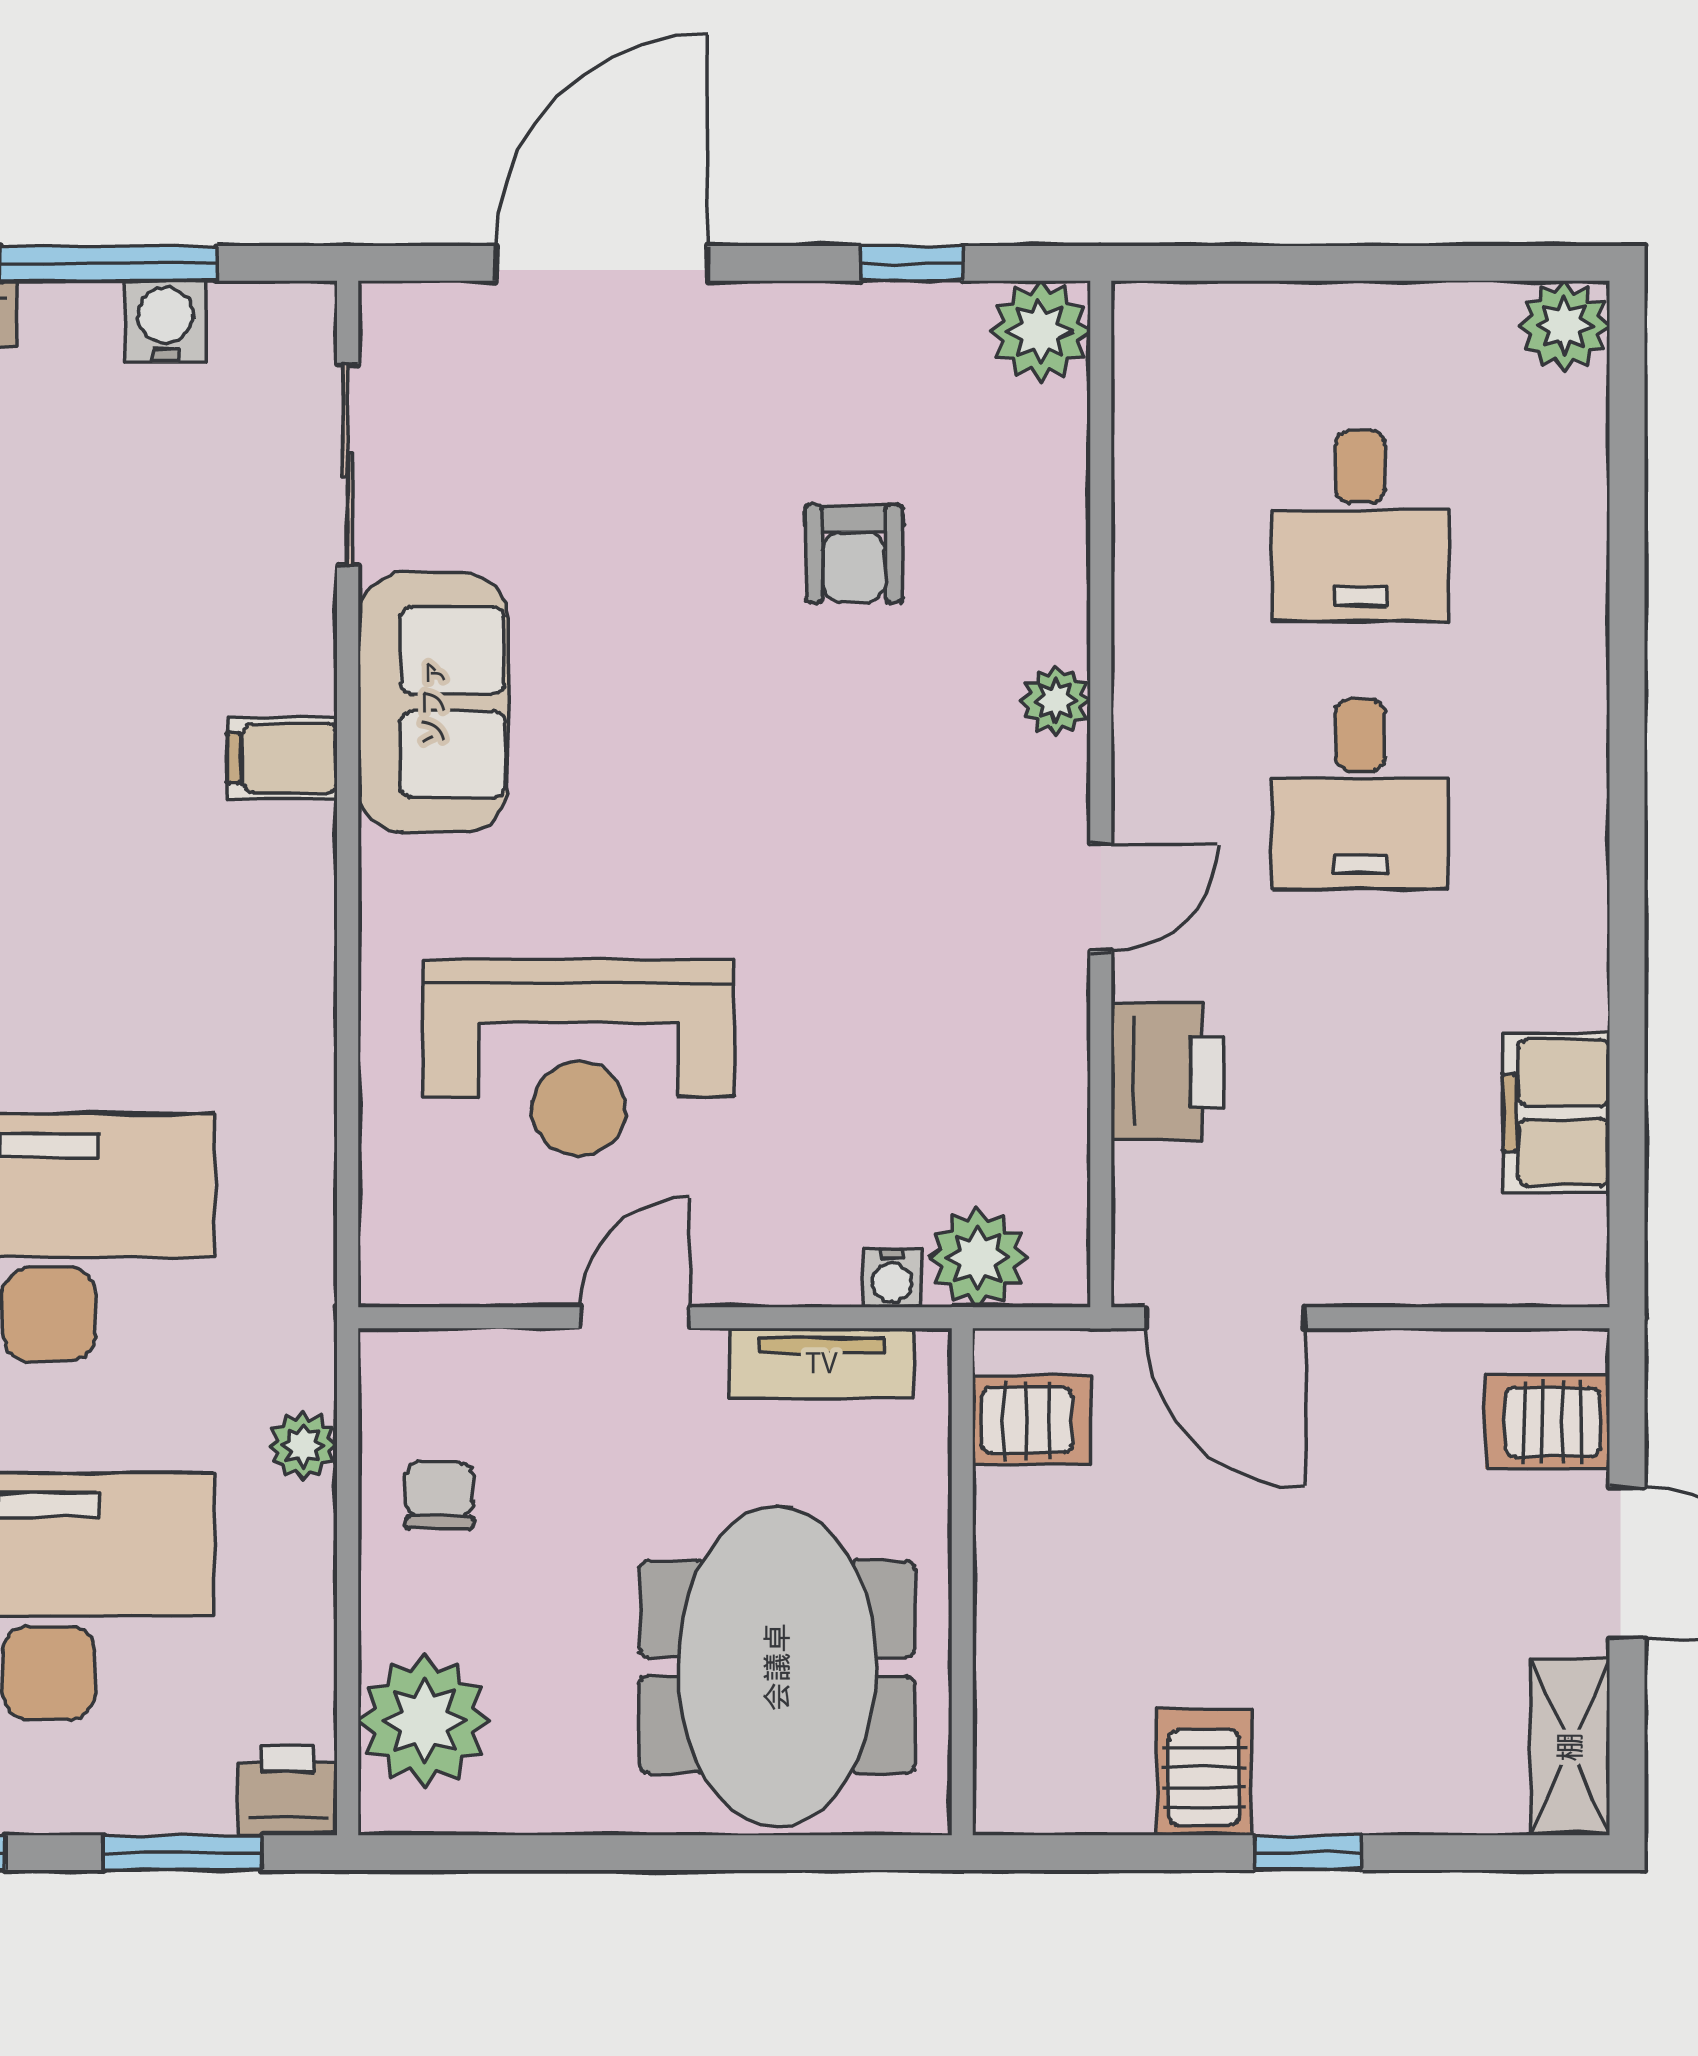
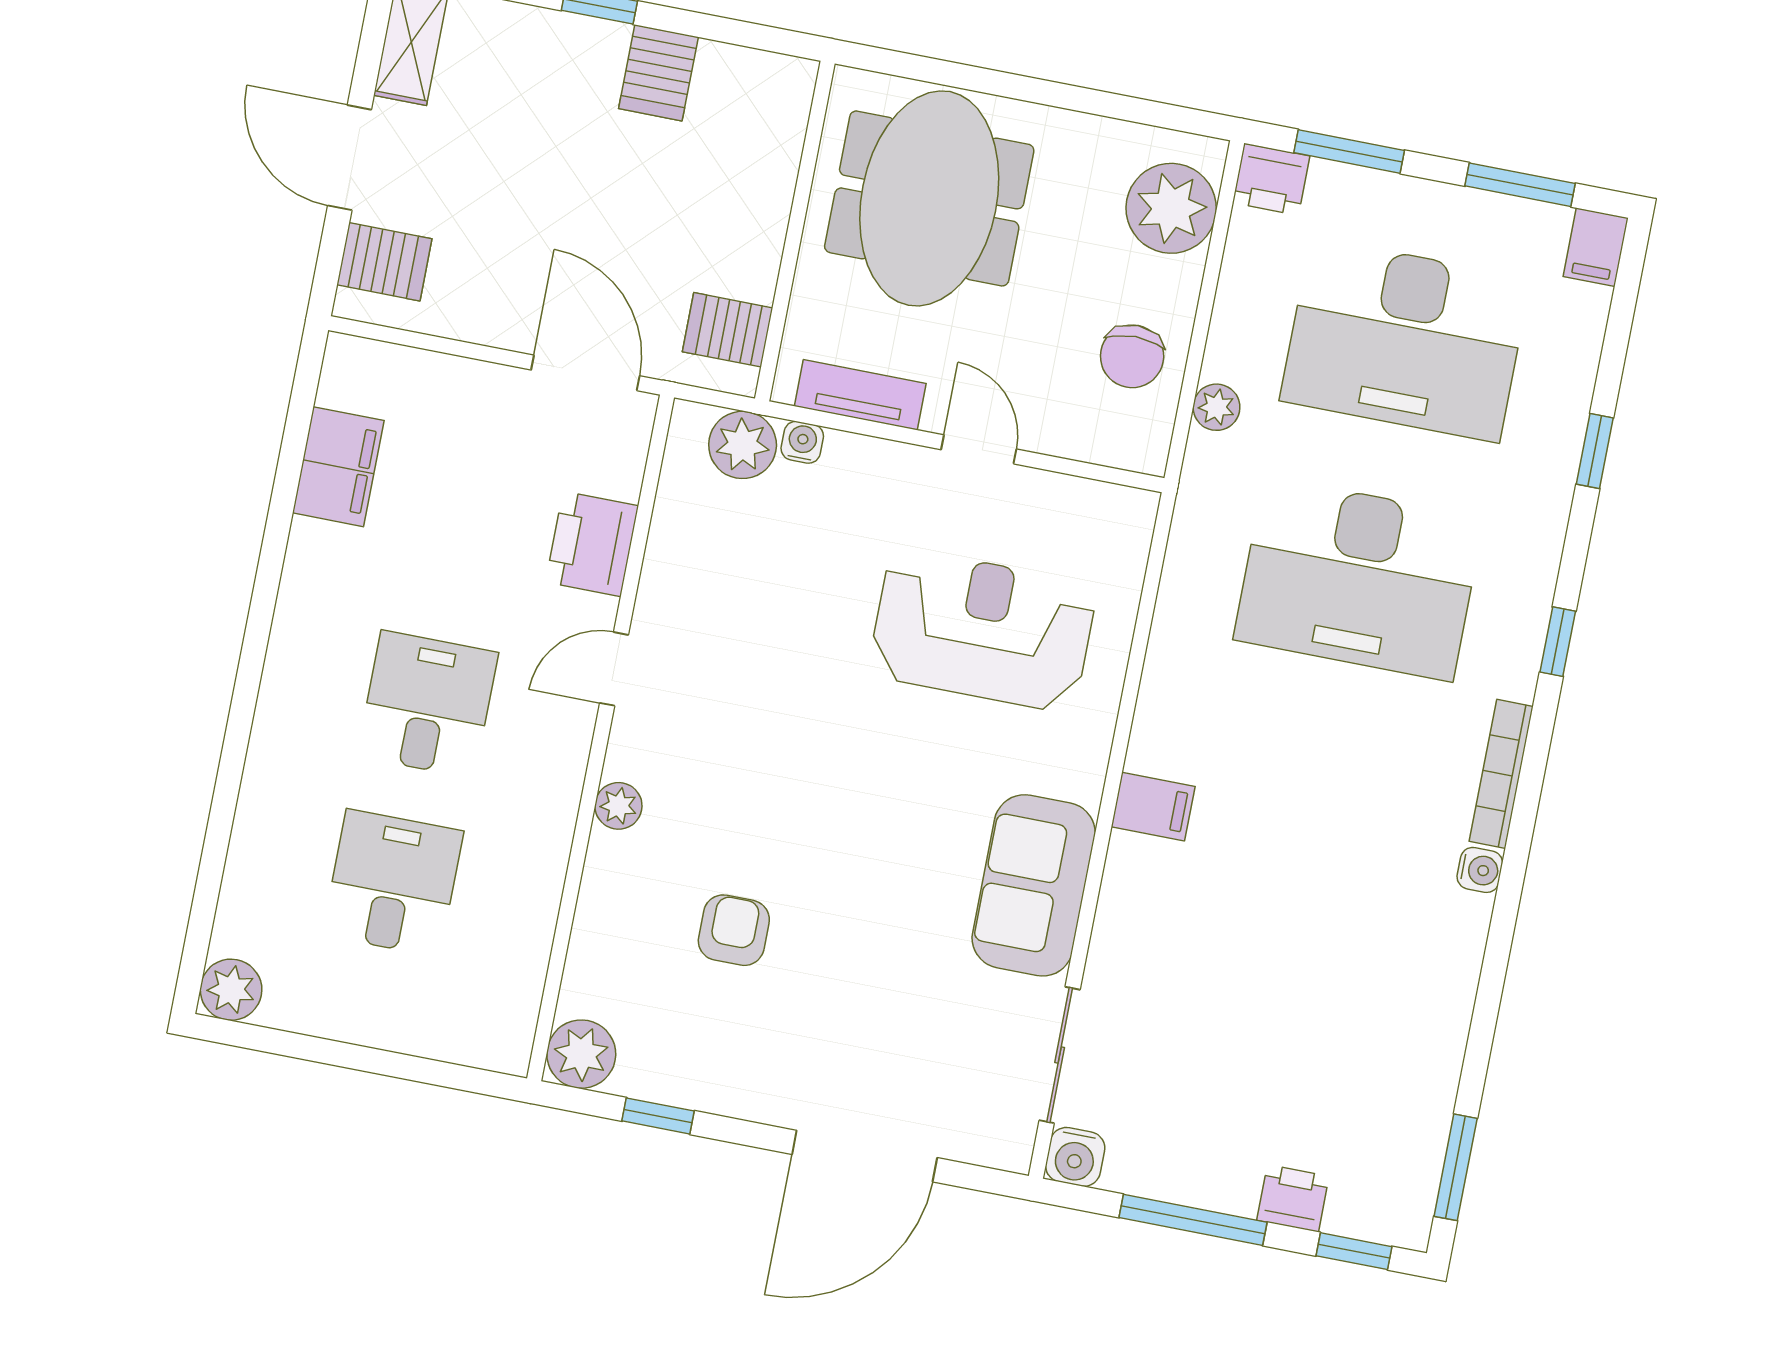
water cooler: (165, 321) -> (1075, 1157), moved
filing cabinet: (282, 758) -> (1153, 807), moved
door: (635, 1318) -> (979, 449), swing flipped
chair: (439, 1495) -> (1132, 356), width x1.37, depth x1.37

